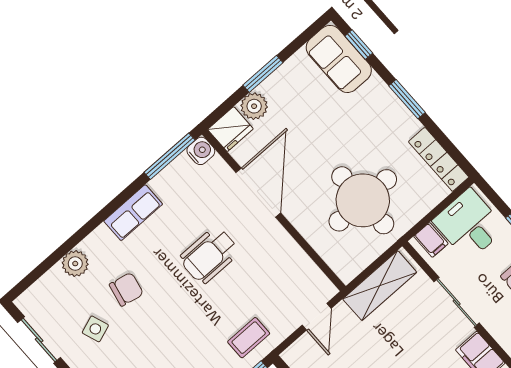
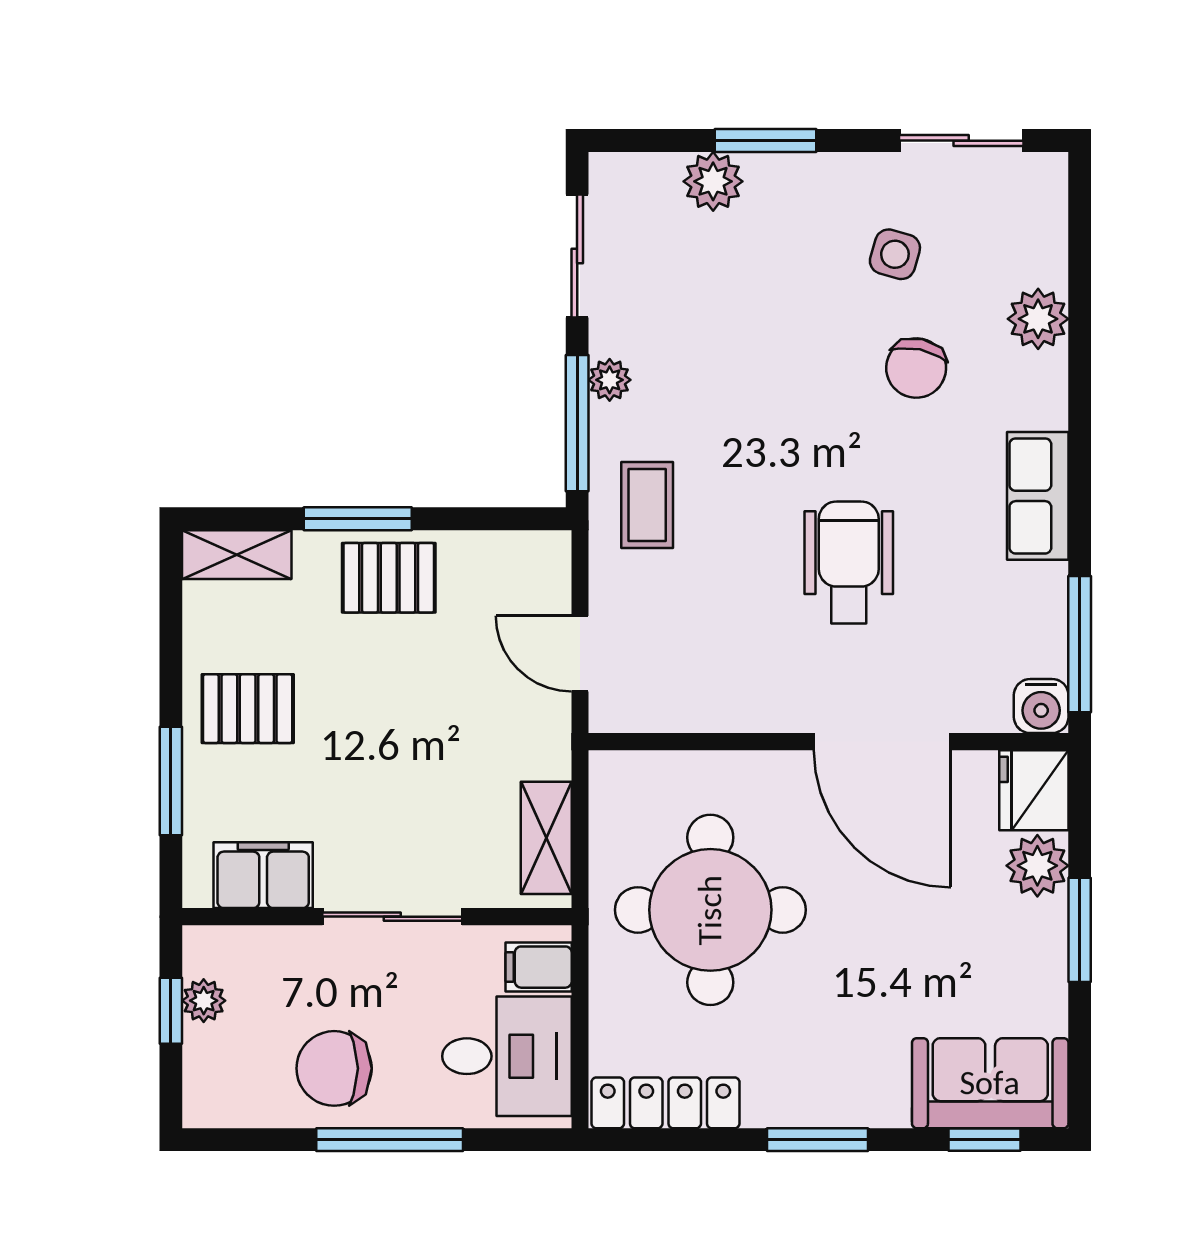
shelving: (380, 286) -> (546, 838), width x0.67, depth x0.75
side table: (95, 329) -> (895, 254), turned 36

